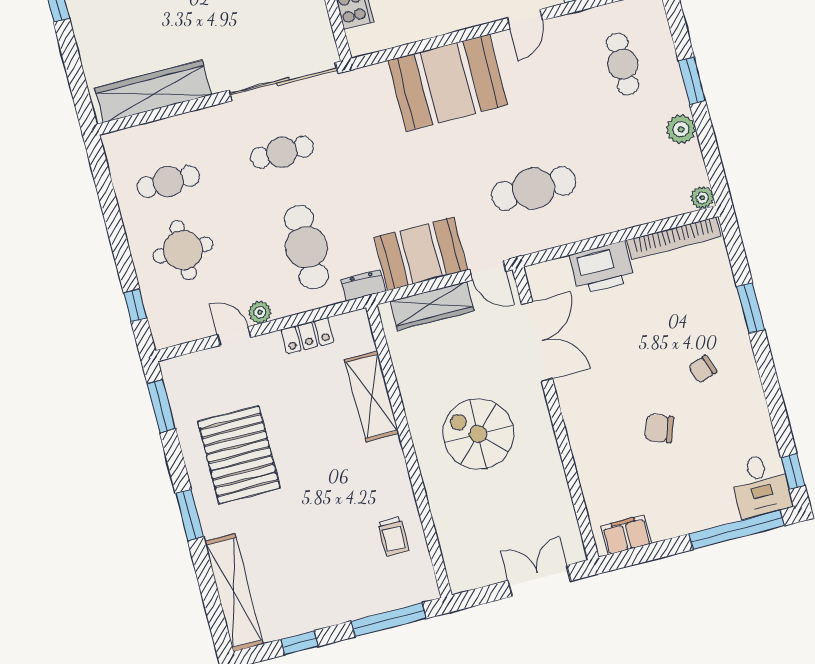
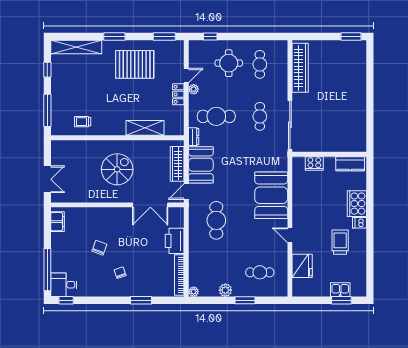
locker: (308, 336) -> (178, 94), moved

